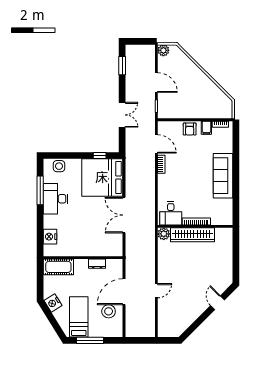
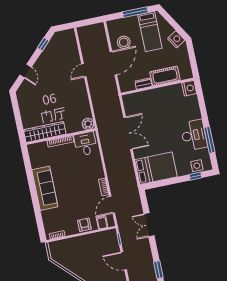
filing cabinet: (206, 128) -> (102, 222), moved
door: (156, 144) -> (112, 205), hinge flipped
window: (100, 156) -> (195, 176), moved
bed: (102, 177) -> (156, 168), width x0.73
wardrobe: (192, 235) -> (45, 132), moved
nightstand: (50, 237) -> (189, 88), moved
cot: (58, 267) -> (165, 76), moved
window: (193, 327) -> (43, 44), added

